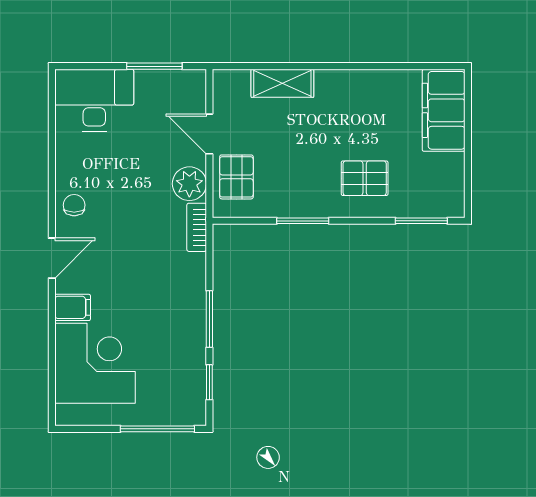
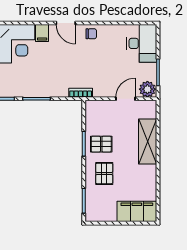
shelving: (282, 83) -> (148, 141), width x1.50, depth x1.33
pallet: (236, 177) -> (101, 144), moved
plant: (189, 184) -> (147, 89), moved

